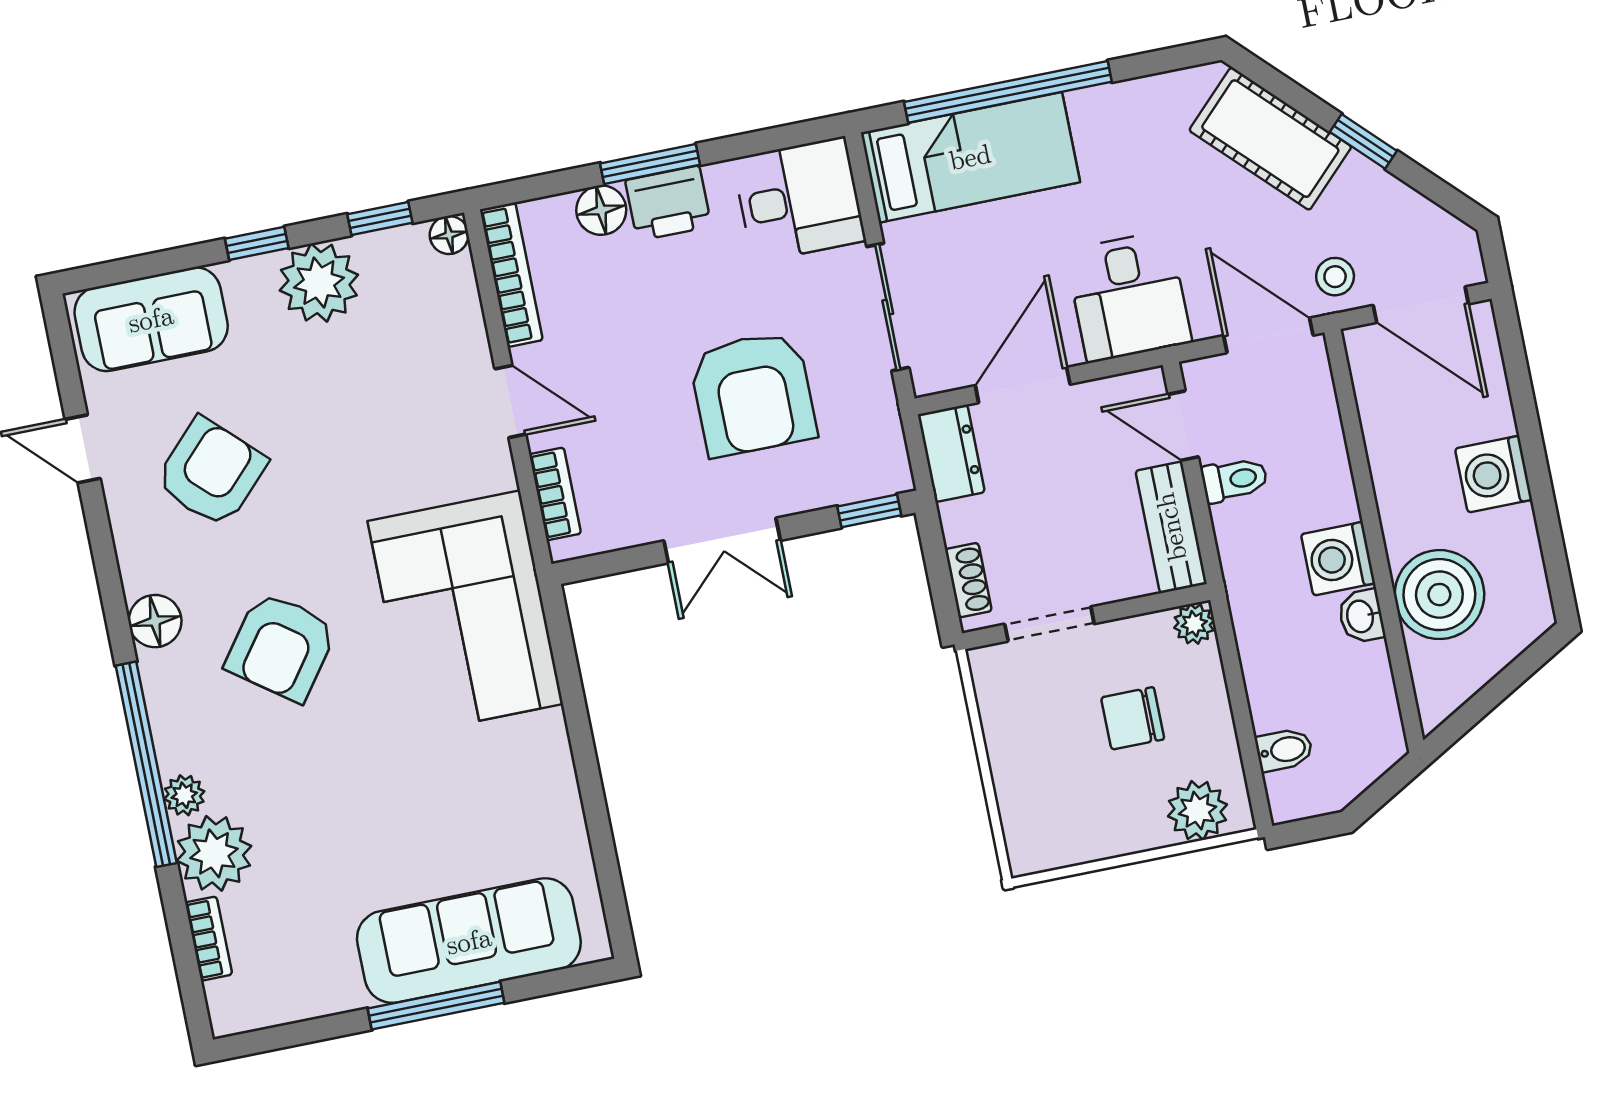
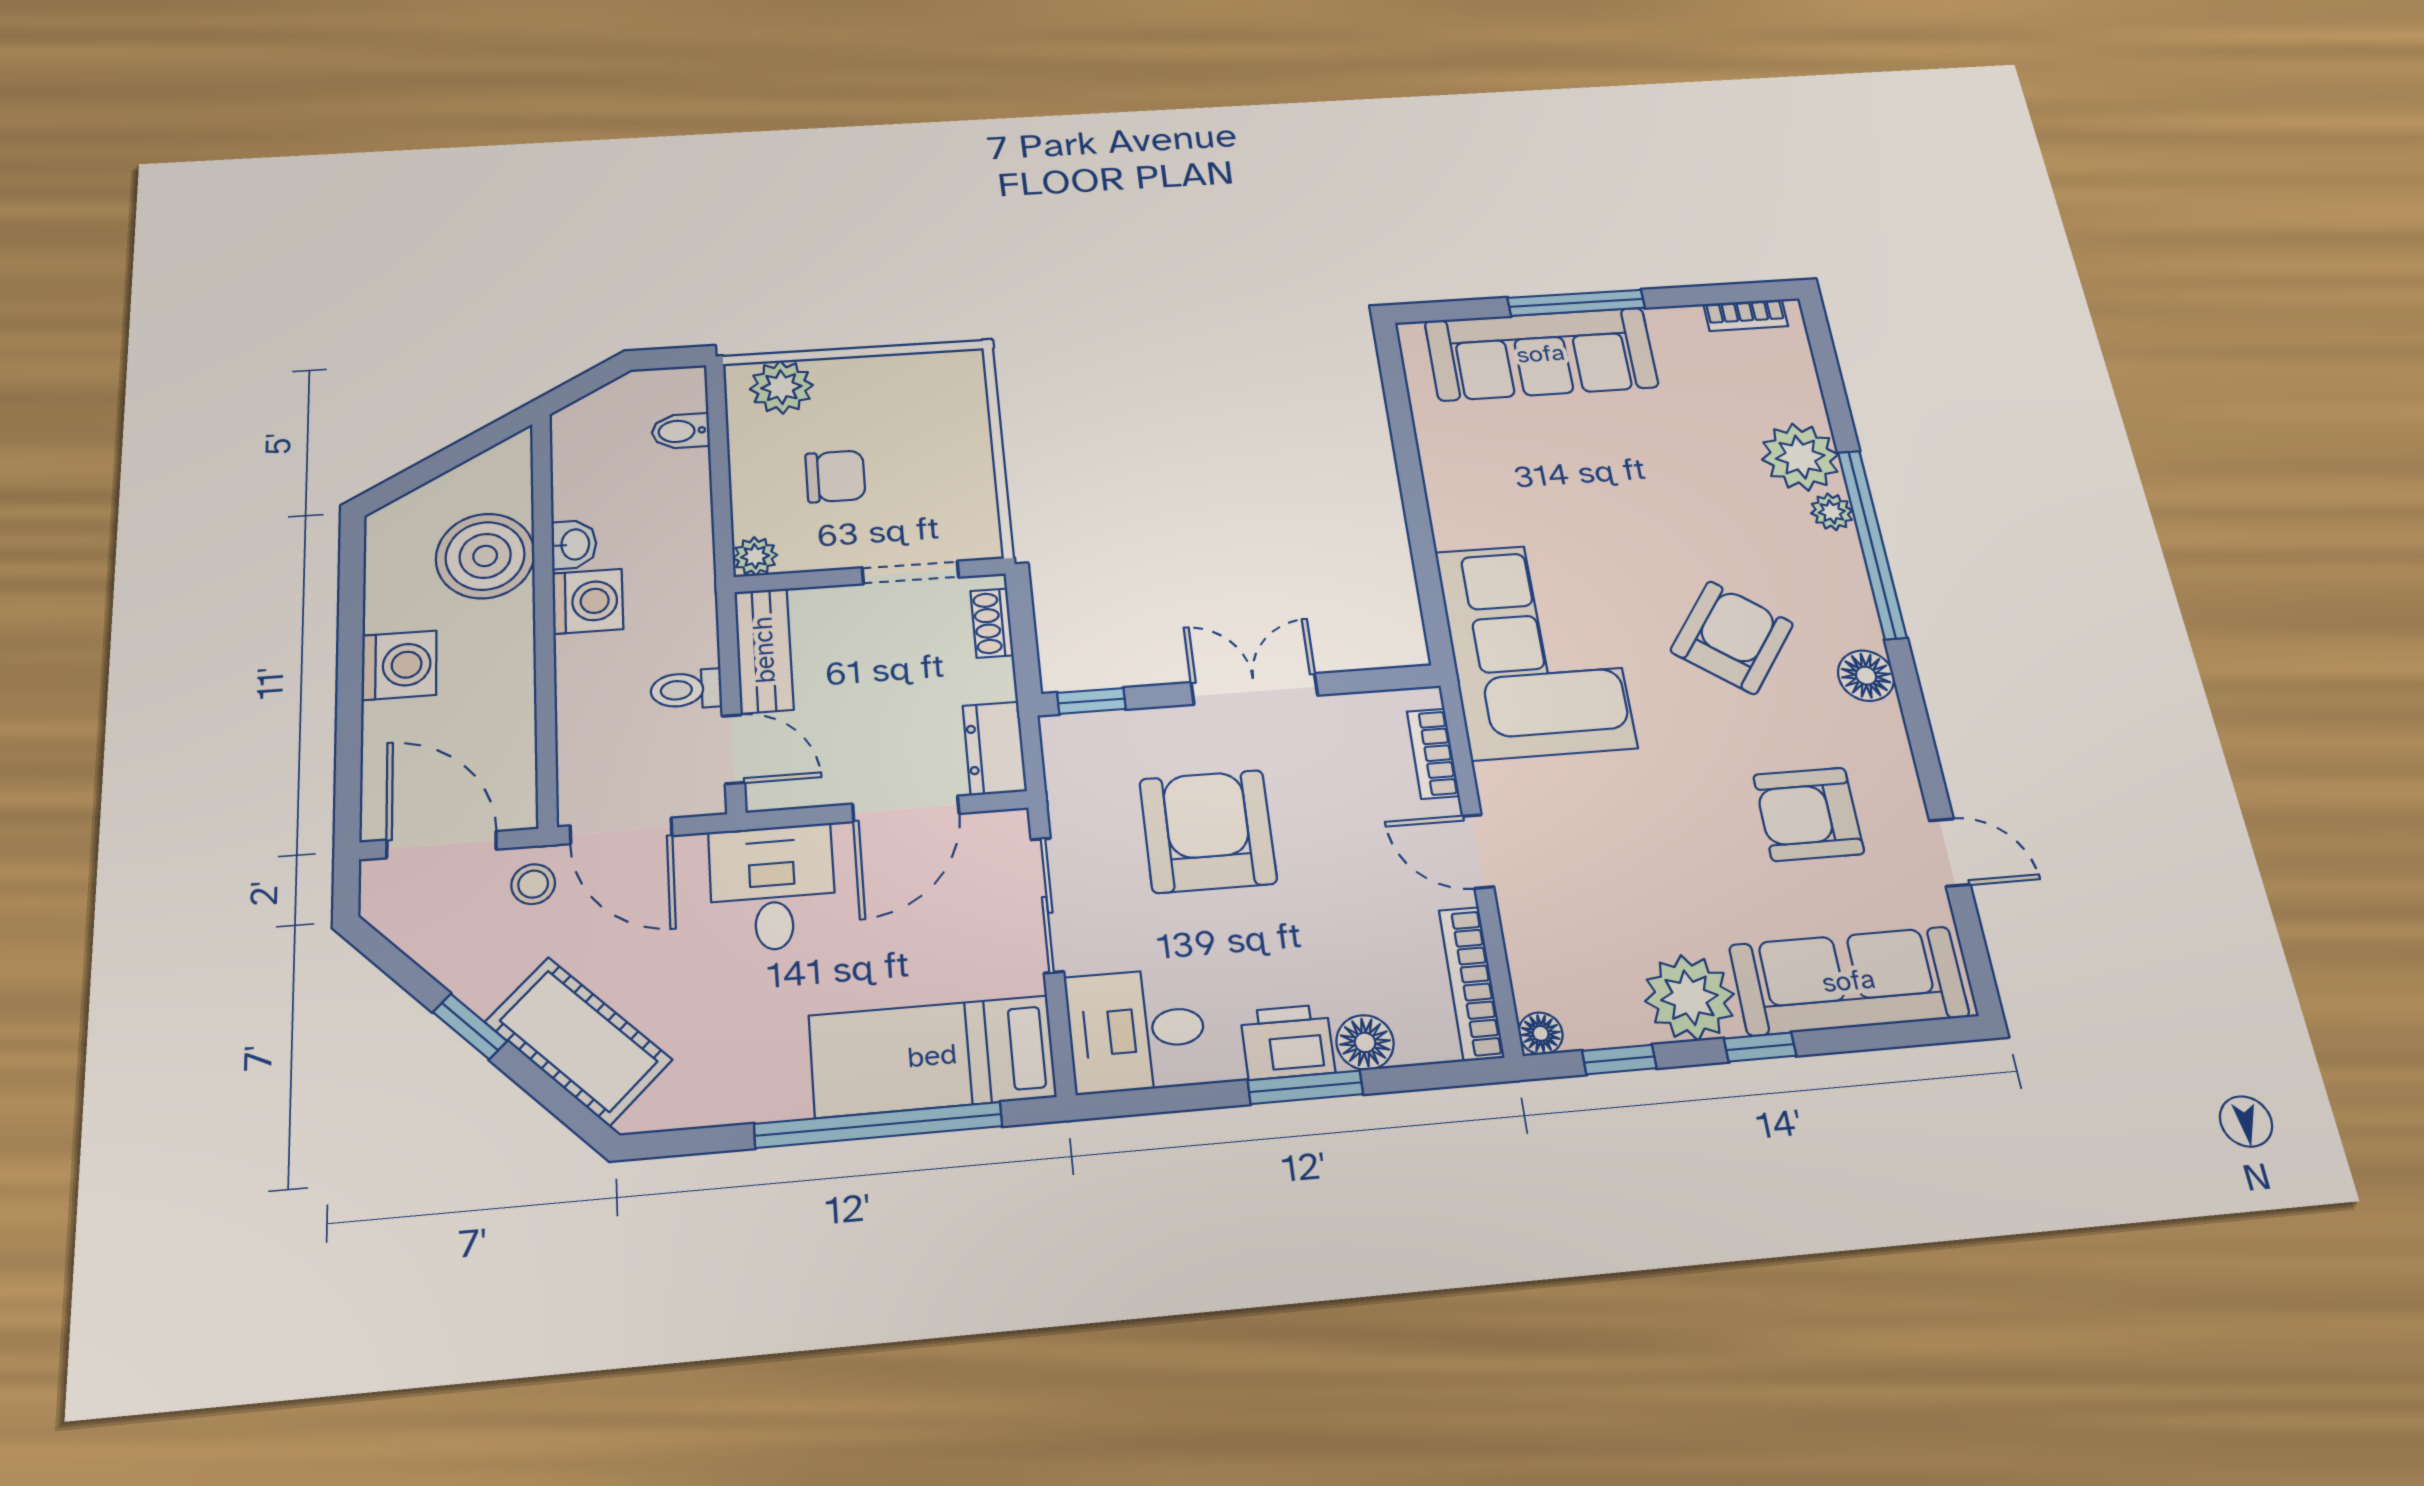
sofa: (151, 319) -> (1849, 981), width x1.36
armchair: (211, 472) -> (1809, 814), turned 46
bookcase: (209, 939) -> (1746, 315), moved, turned -90

